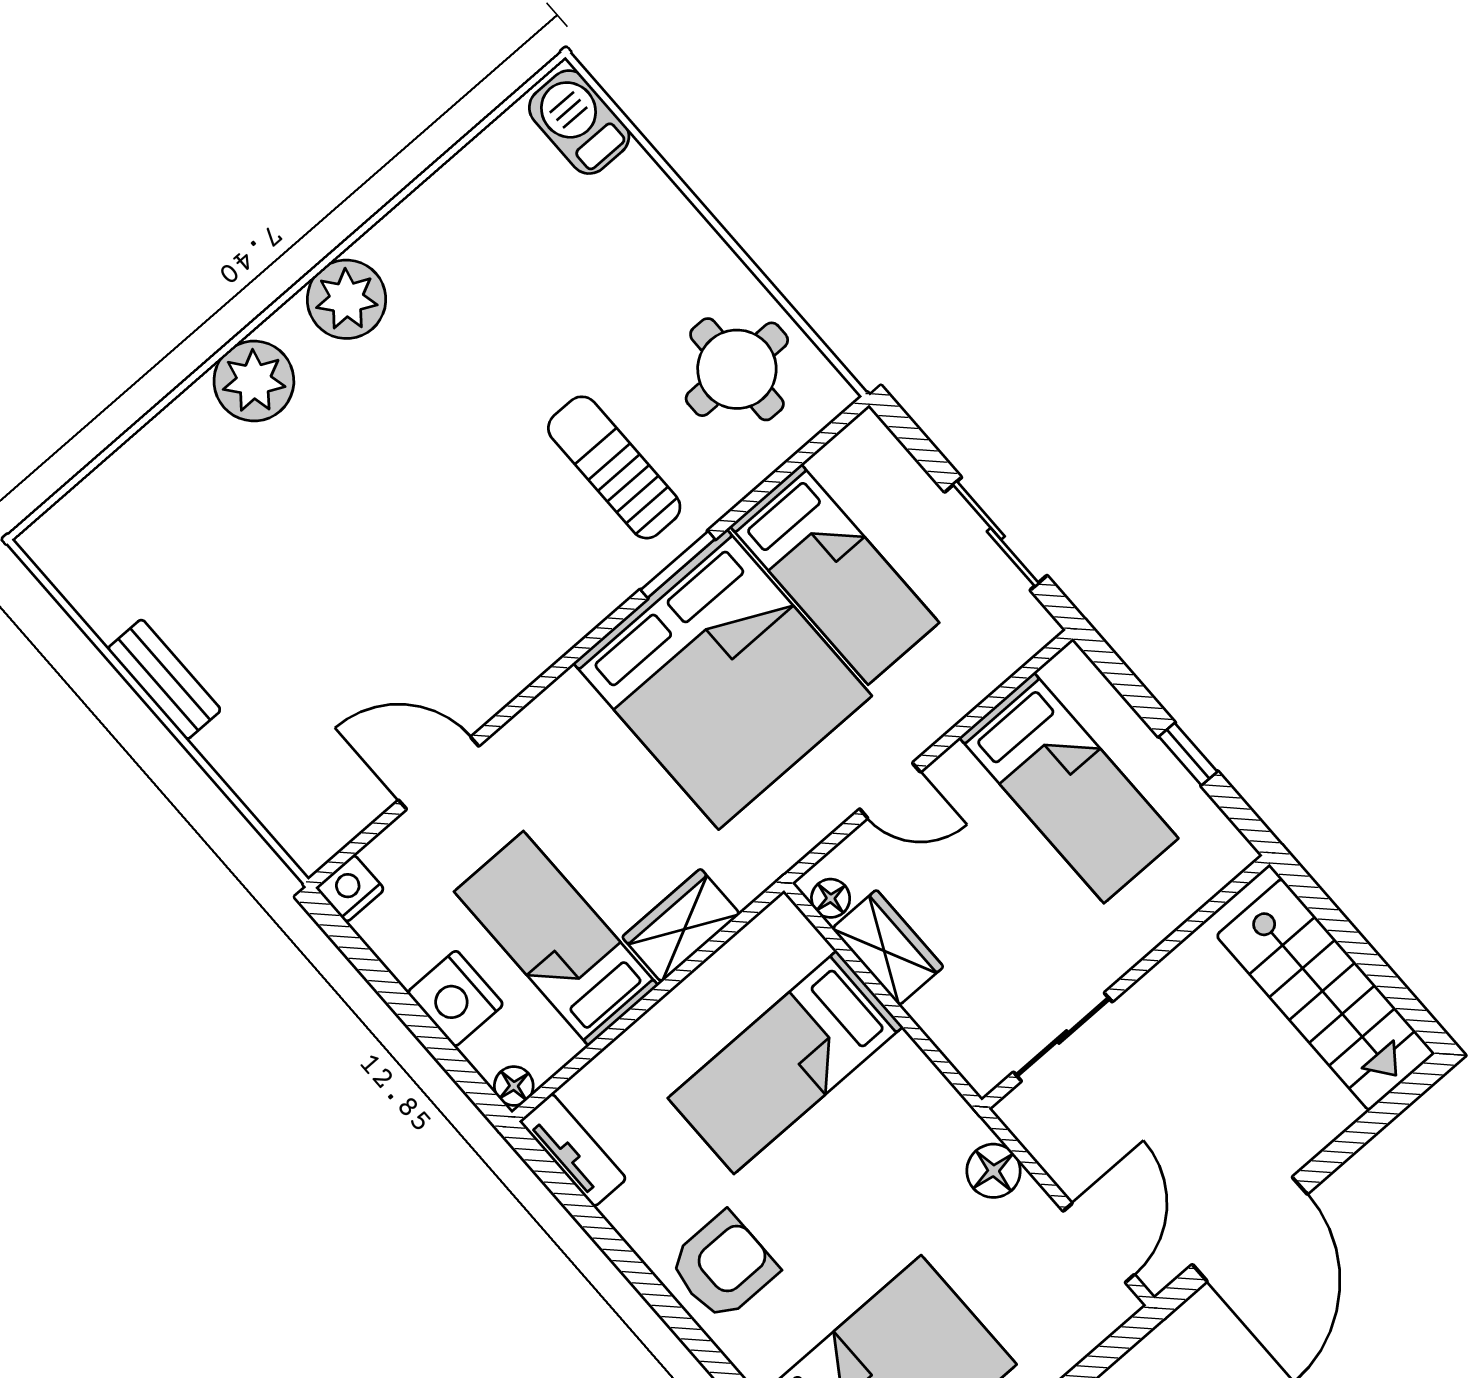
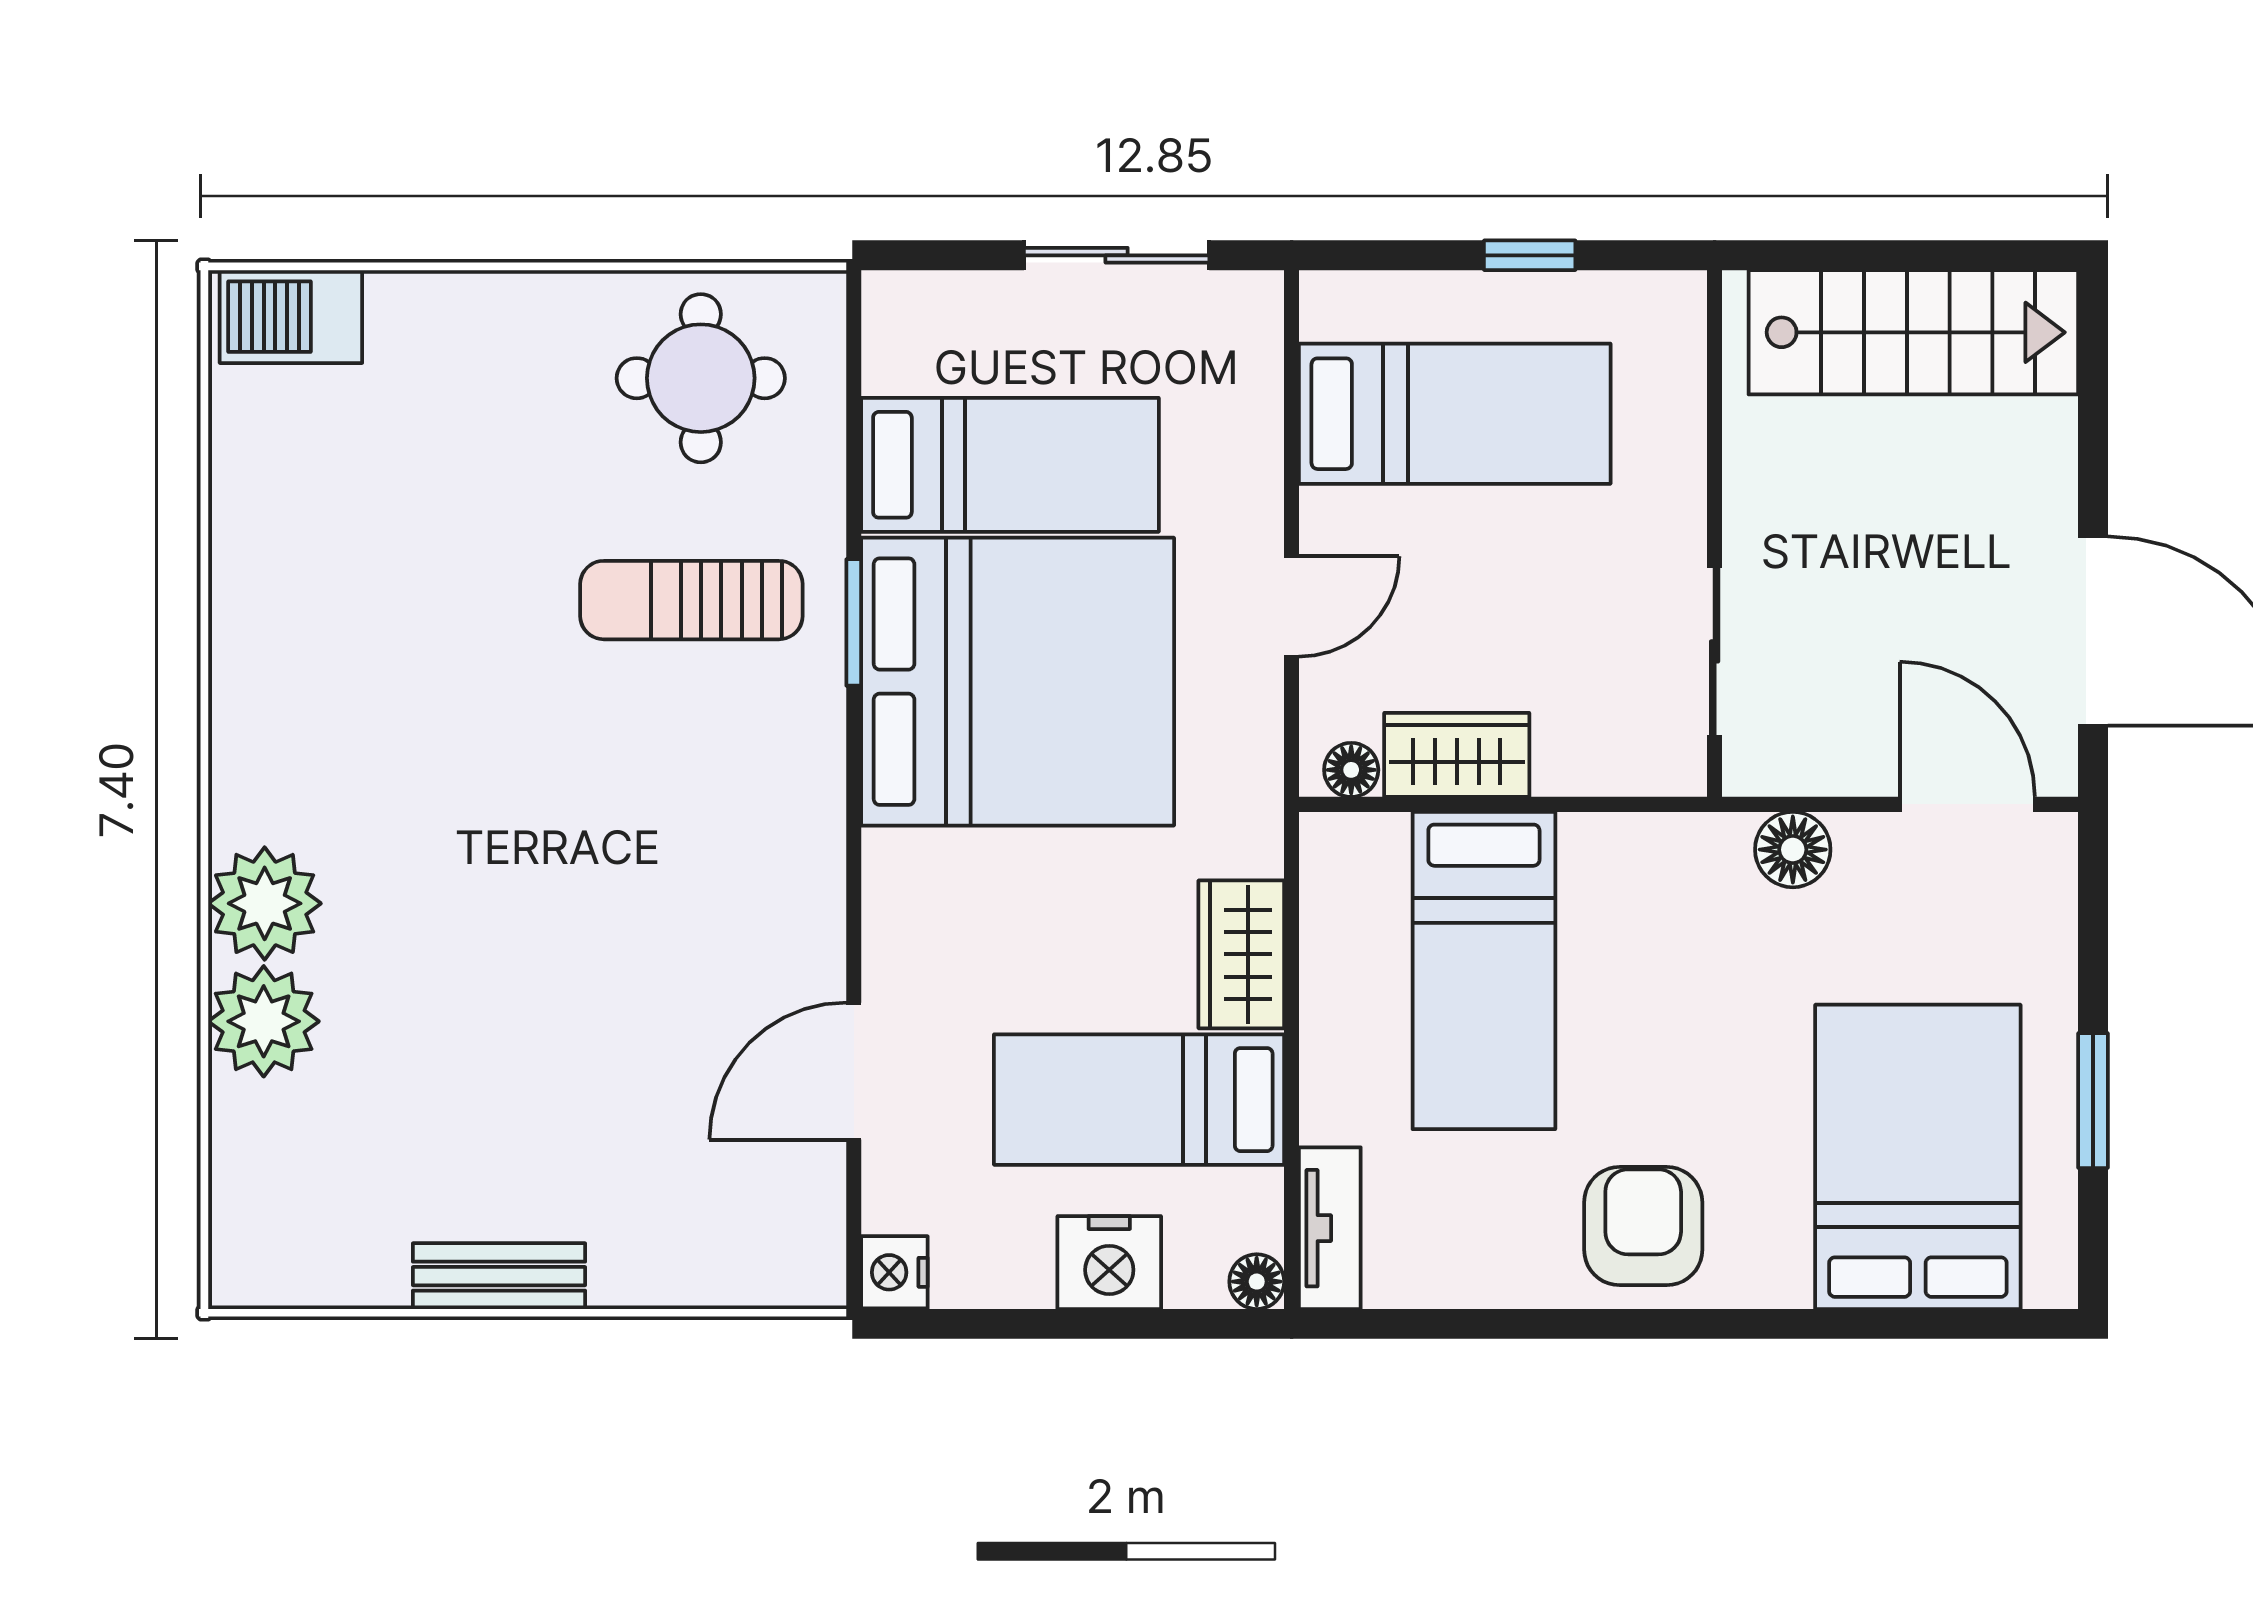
plant: (347, 299) -> (264, 1021), moved
tv unit: (573, 1150) -> (1330, 1228), moved, turned 90

